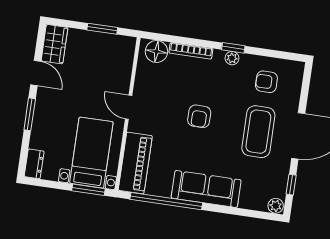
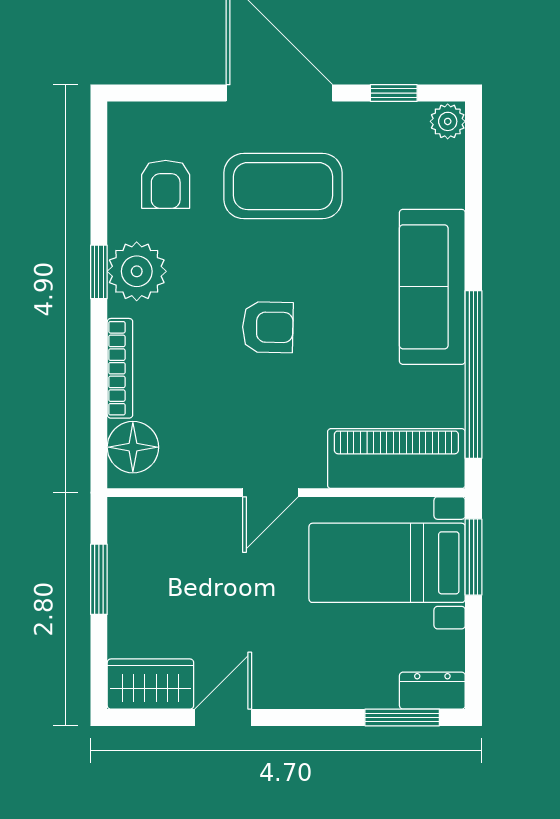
plant: (232, 58) -> (137, 271), width x1.88, depth x1.88
window: (30, 114) -> (402, 717), moved

